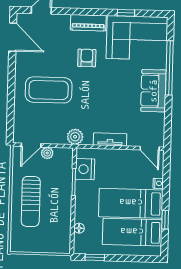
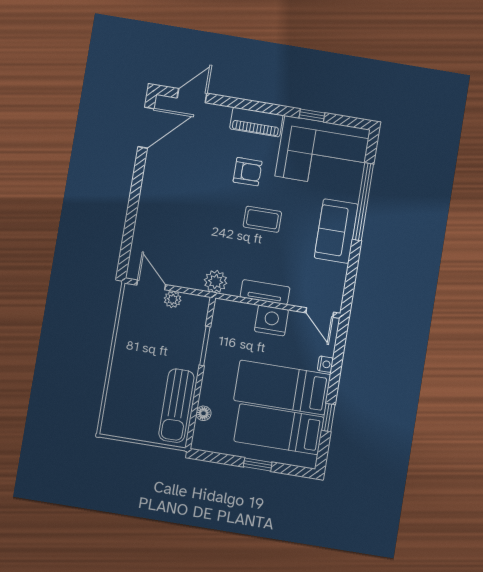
door: (13, 37) -> (146, 128), hinge flipped
armchair: (87, 58) -> (248, 172), turned 90
coffee table: (49, 90) -> (262, 219), moved, width x0.54, depth x0.58
door: (31, 145) -> (151, 285), swing flipped
nightstand: (85, 169) -> (271, 321), moved, turned 90
sun lounger: (31, 201) -> (176, 406), moved
window: (95, 257) -> (258, 464), moved

